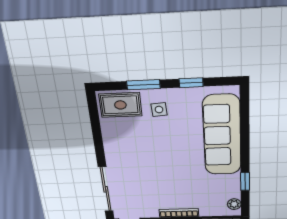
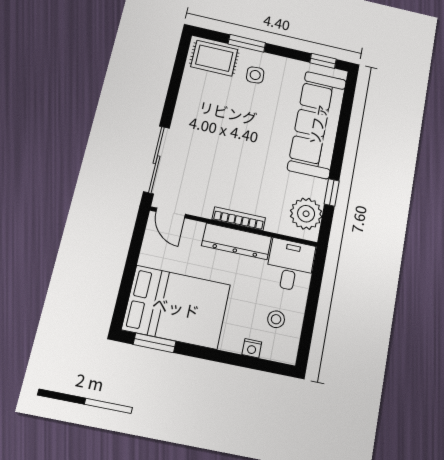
window: (191, 83) -> (323, 61), moved
plant: (234, 204) -> (306, 214), width x1.87, depth x1.87

